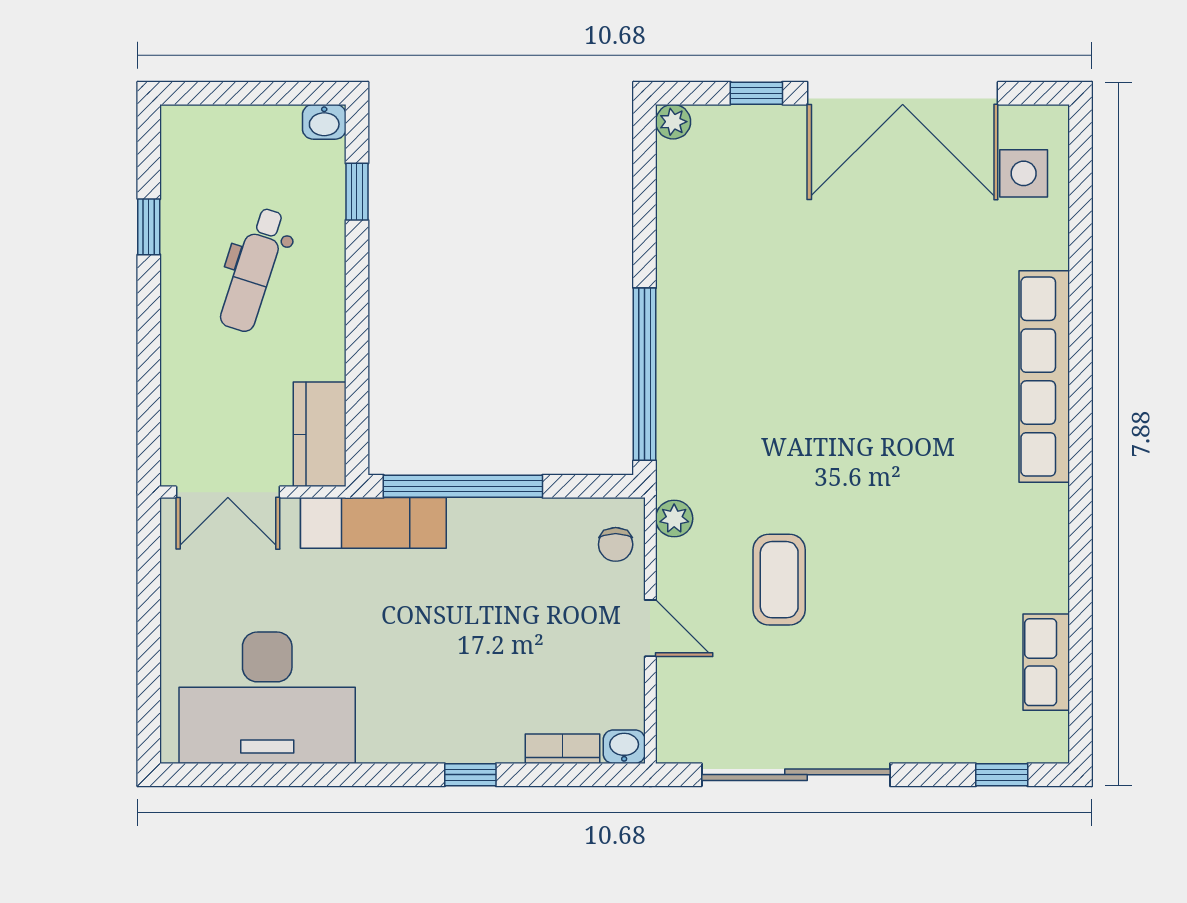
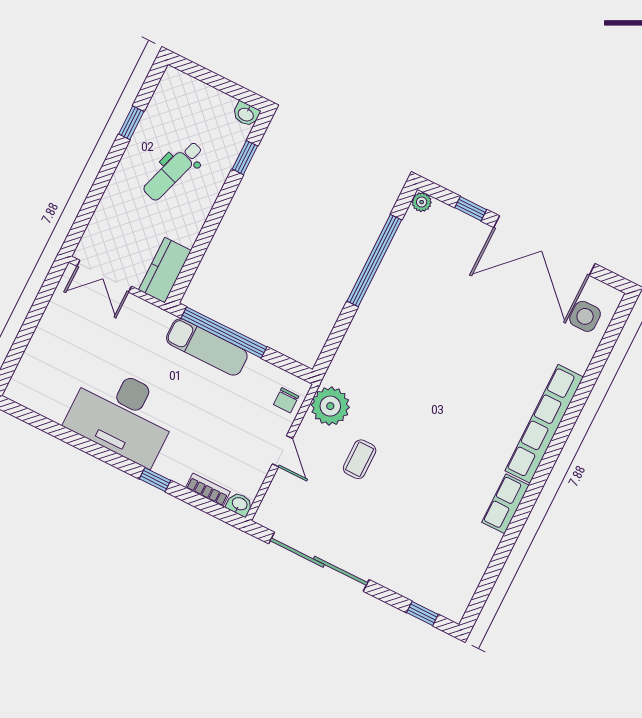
window: (645, 374) -> (374, 260), moved
plant: (674, 519) -> (330, 406), width x1.88, depth x1.88
exam couch: (373, 523) -> (207, 347), moved
coffee table: (779, 580) -> (360, 459), width x0.73, depth x0.77
row of seats: (1046, 662) -> (505, 504), moved
desk: (267, 698) -> (122, 415), moved

